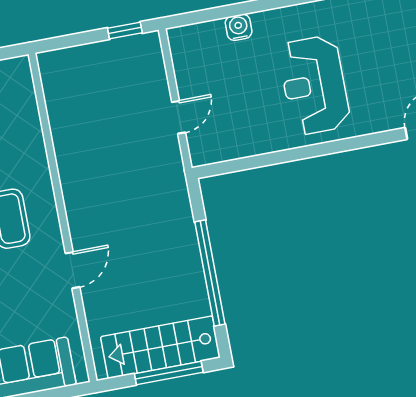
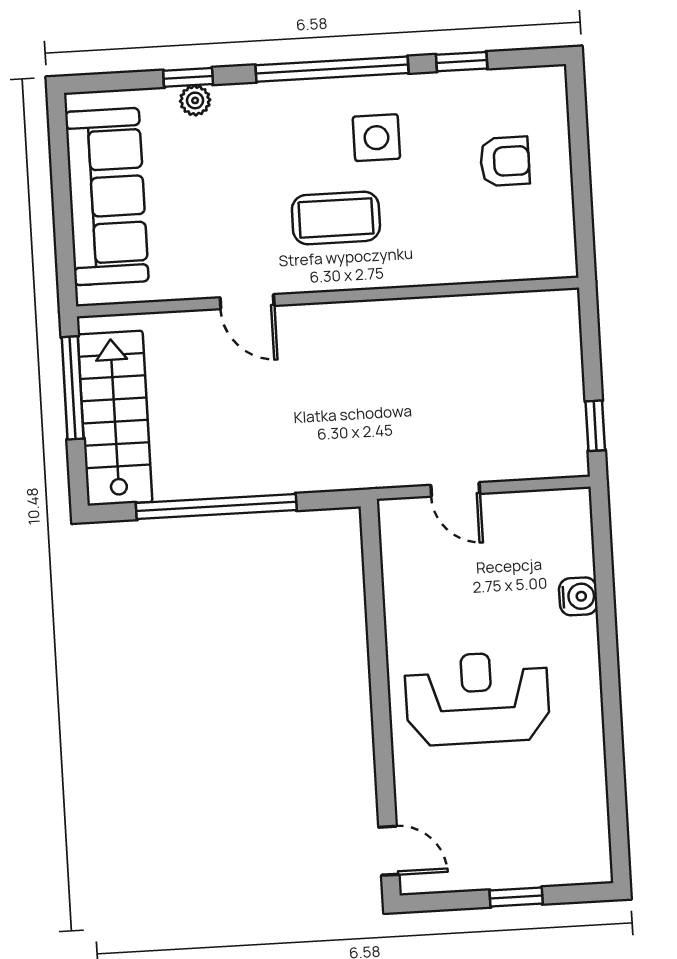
window: (169, 373) -> (73, 388), moved

